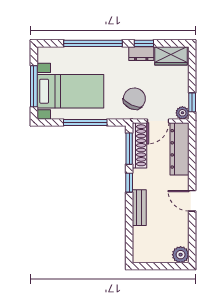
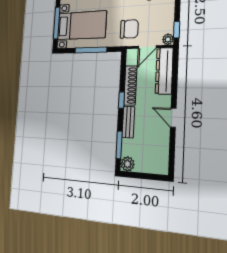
chair: (134, 99) -> (129, 29), turned 65
shoe rack: (139, 145) -> (130, 85), moved
window: (129, 149) -> (119, 145), moved
plant: (181, 255) -> (127, 164), moved

